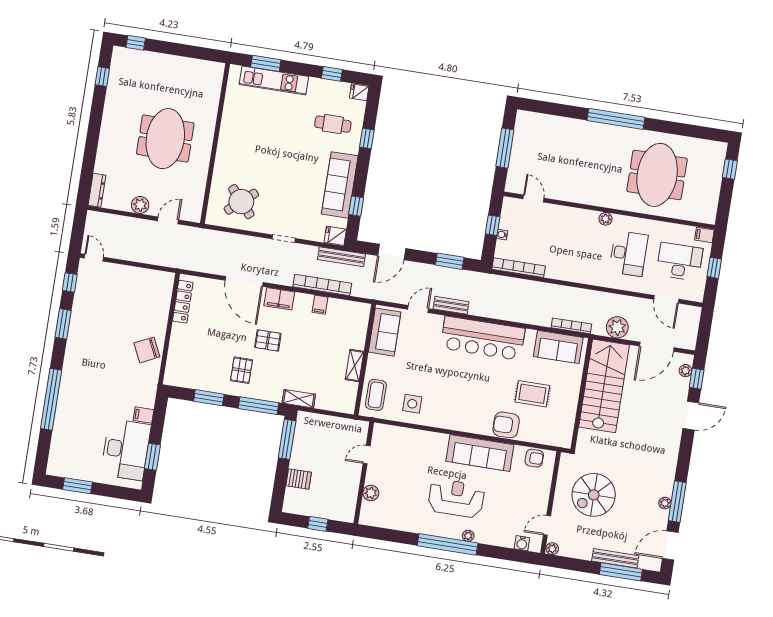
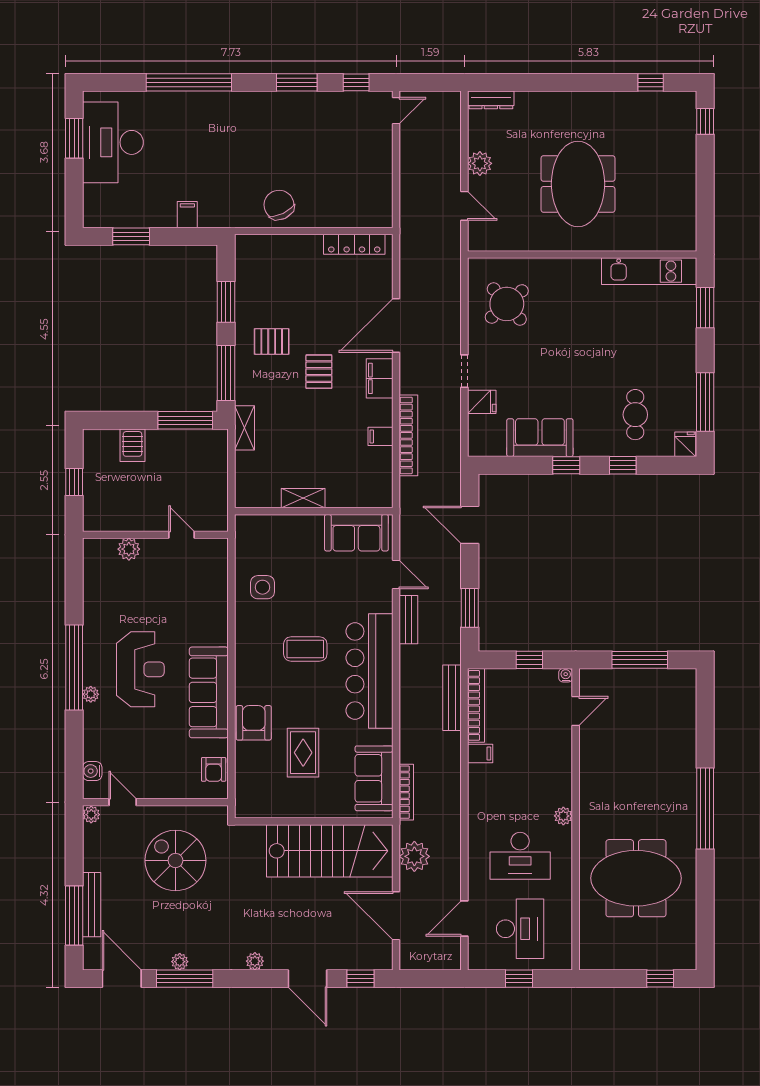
window: (332, 74) -> (705, 402), width x2.17
kitchen unit: (274, 80) -> (649, 271), moved, turned -90
meeting table: (165, 139) -> (578, 184), turned 90
sofa: (340, 185) -> (540, 438), width x0.73
window: (356, 206) -> (566, 465), moved
water cooler: (502, 235) -> (566, 675), moved
filing cabinet: (704, 235) -> (480, 753), moved, turned 90
fridge: (335, 236) -> (482, 402), moved, turned 90
bench: (341, 257) -> (452, 698), moved
plant: (686, 371) -> (255, 961), moved
coffee table: (376, 395) -> (305, 649), moved
desk: (126, 450) -> (113, 142), moved, turned 90

